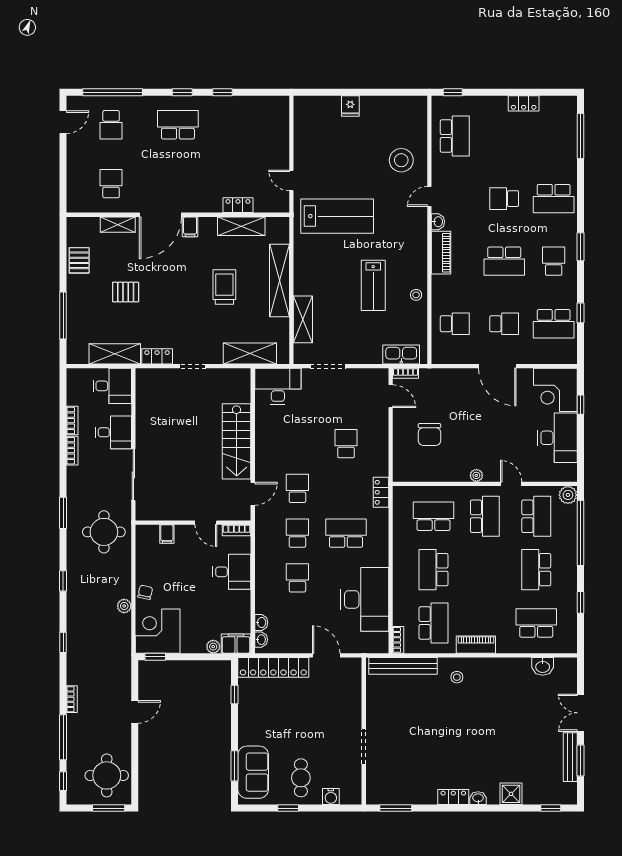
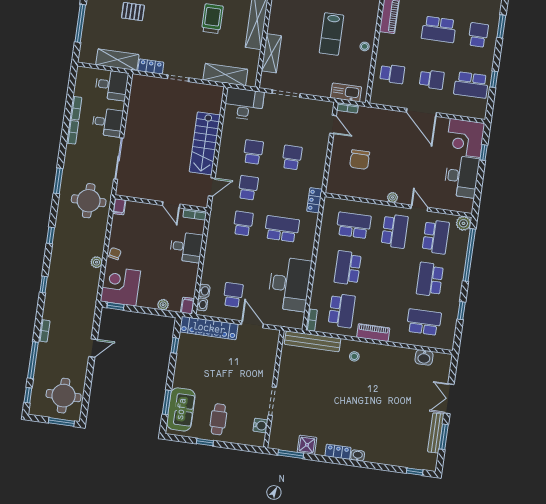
school desk: (297, 444) -> (253, 152), added
filing cabinet: (167, 534) -> (119, 207), moved
school desk: (297, 578) -> (233, 295), moved
filing cabinet: (236, 644) -> (188, 306), width x0.50
shower: (511, 794) -> (307, 445), moved
water cooler: (331, 797) -> (260, 426), moved, turned -90

